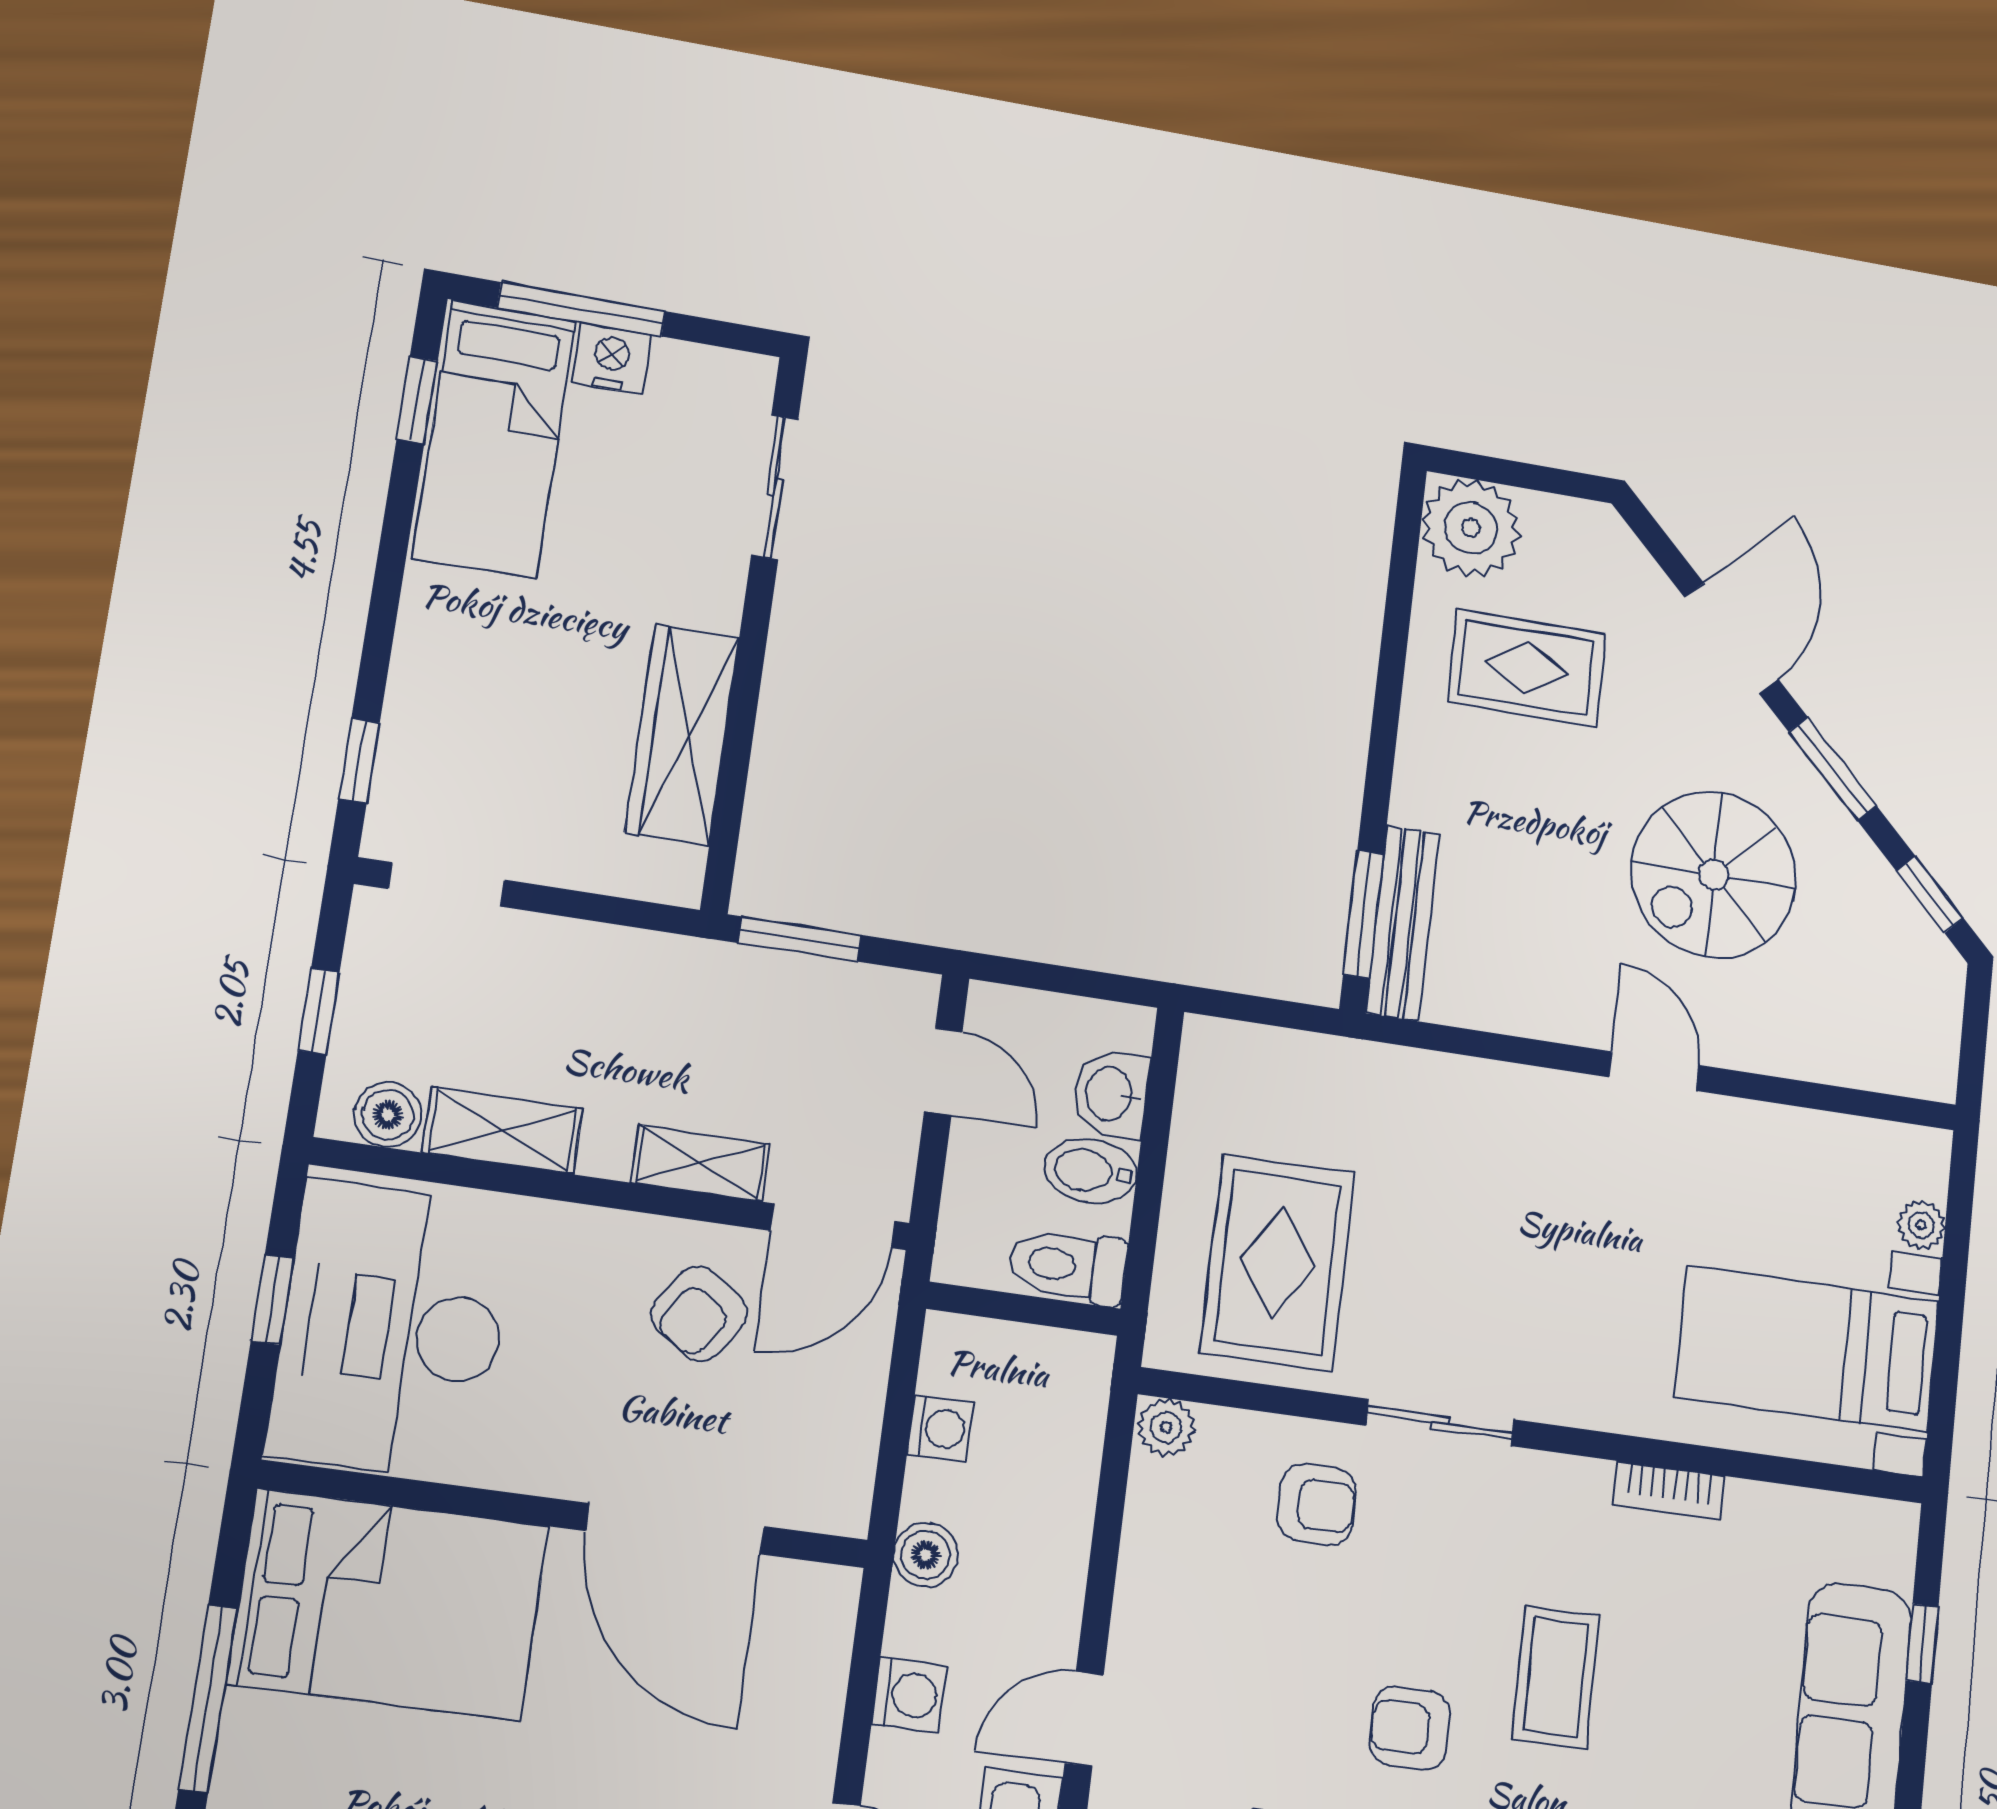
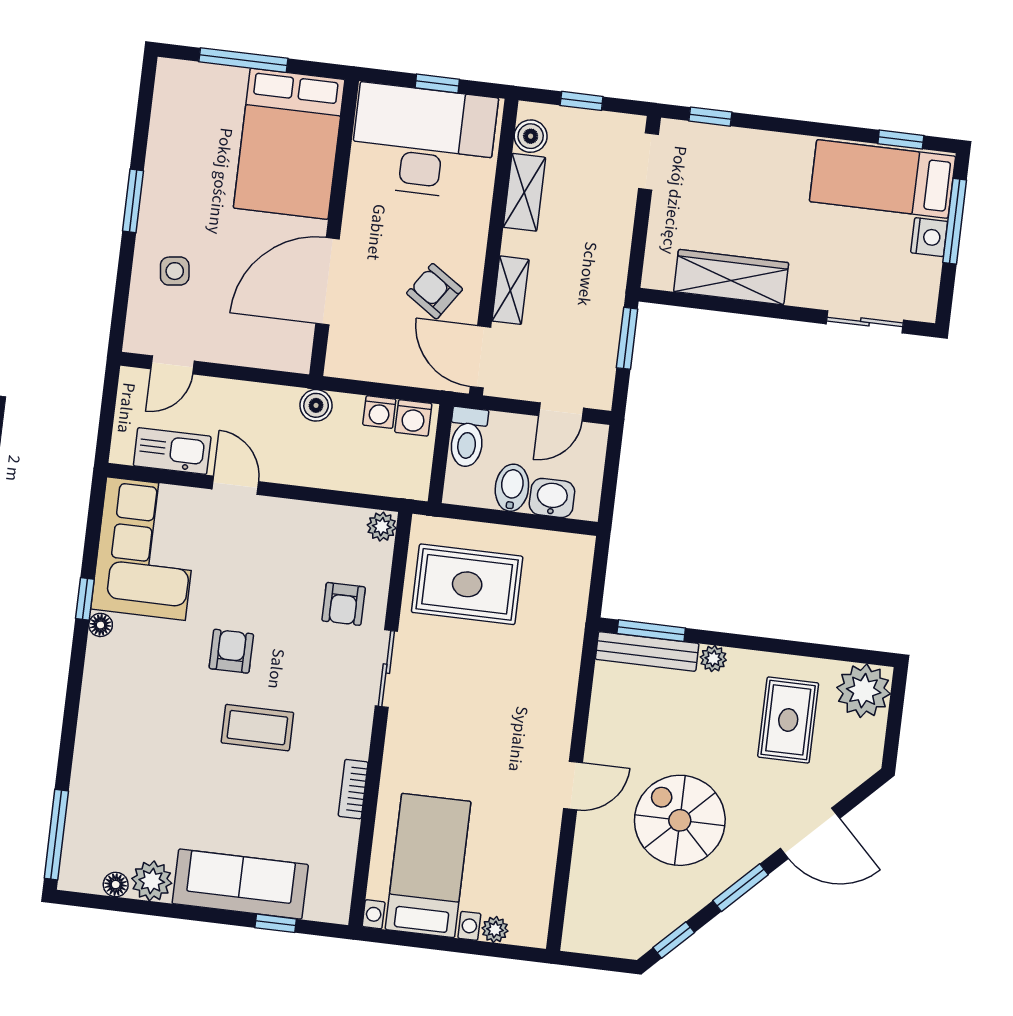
plant: (1415, 800) -> (713, 659), added
toilet: (1068, 1266) -> (468, 437), moved, turned 180
washing machine: (909, 1695) -> (413, 418), moved

